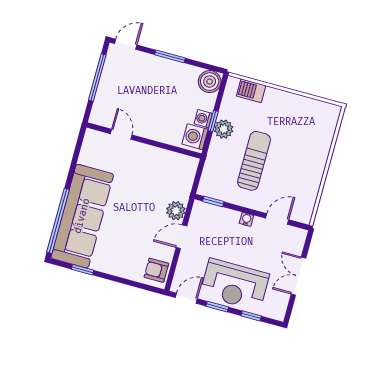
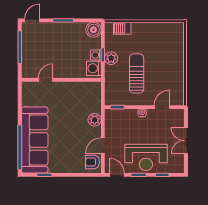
door: (121, 134) -> (45, 80), hinge flipped
door: (181, 237) -> (103, 146), moved
door: (186, 298) -> (117, 175), hinge flipped

